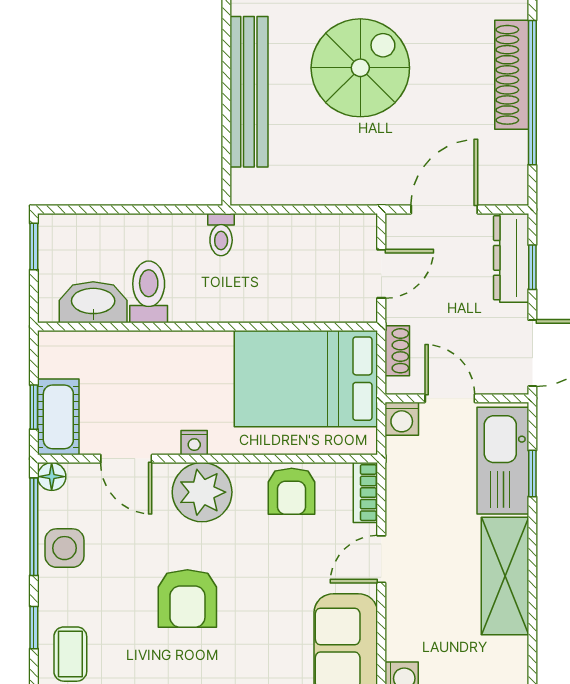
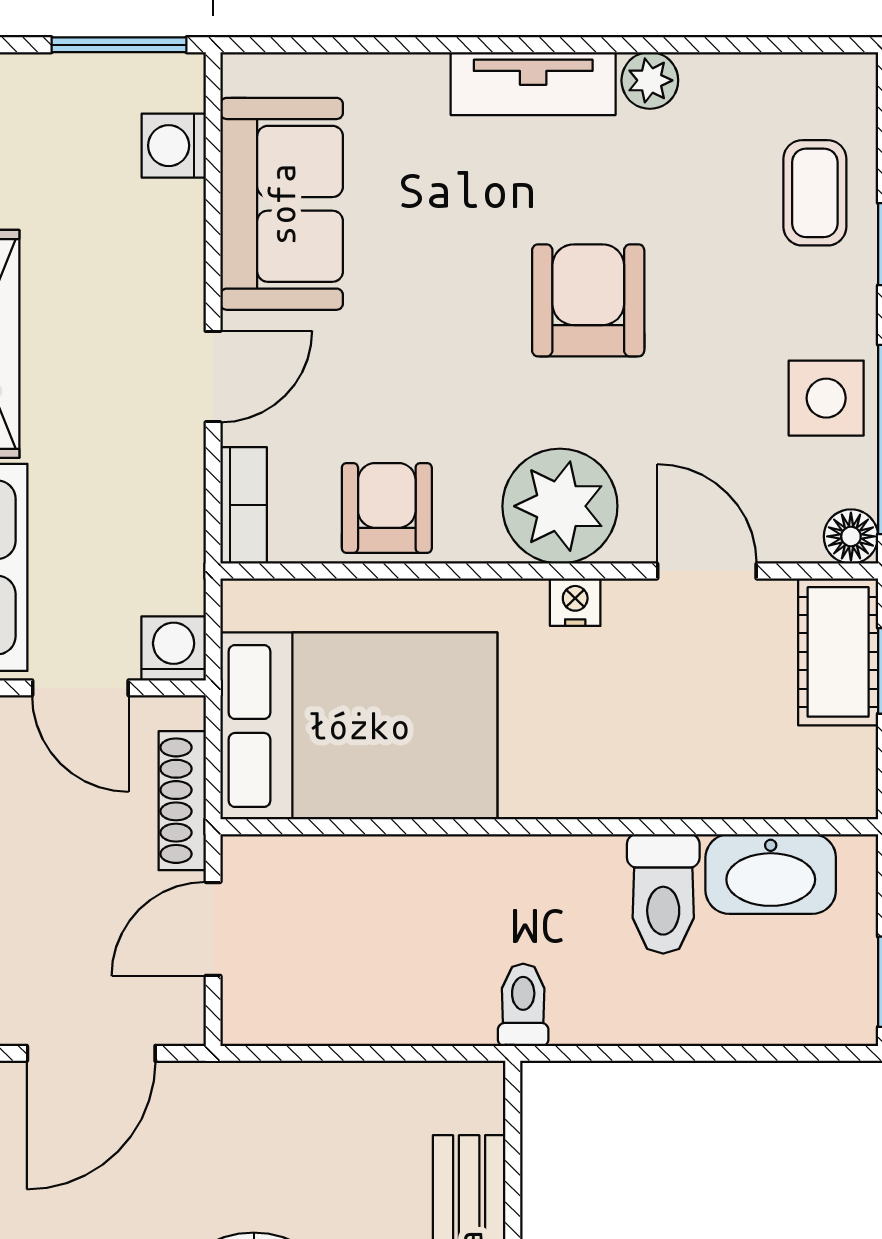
shoe rack: (397, 351) -> (182, 801), width x1.43

